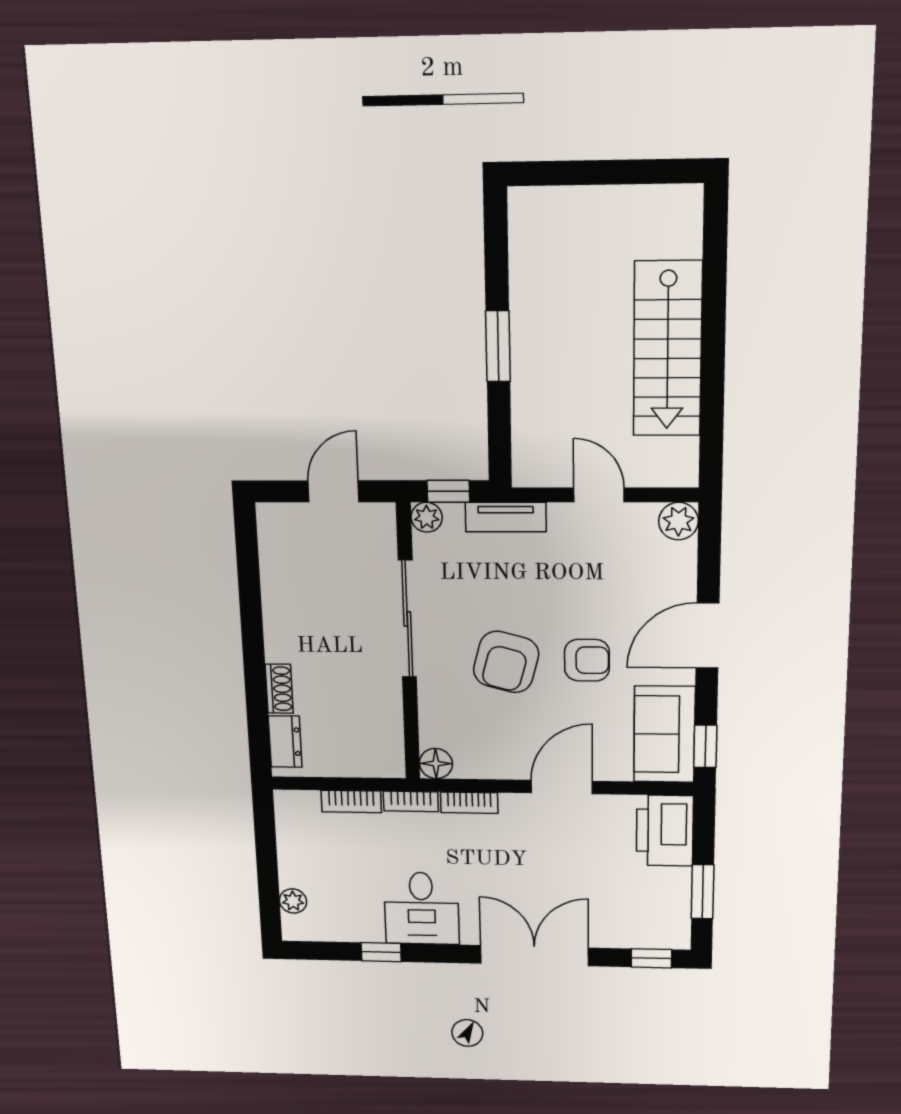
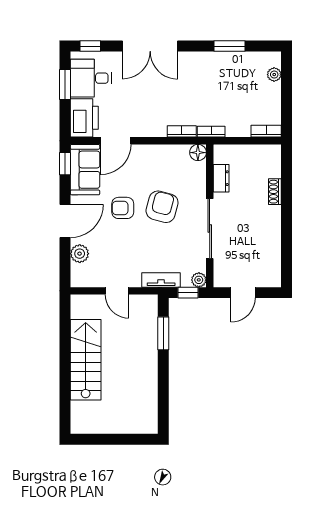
window: (498, 346) -> (163, 333), moved
plant: (678, 521) -> (80, 254), moved
dresser: (285, 742) -> (221, 178), moved, turned 180
door: (562, 787) -> (116, 141), moved
bookcase: (351, 801) -> (266, 131), moved
desk: (422, 908) -> (91, 78), moved, turned -90
window: (381, 952) -> (229, 46), width x1.50

